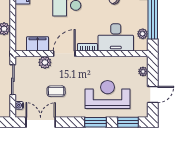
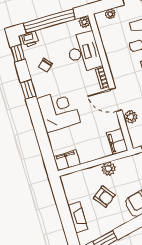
plant: (143, 34) -> (84, 22), moved
filing cabinet: (38, 44) -> (117, 142), moved

